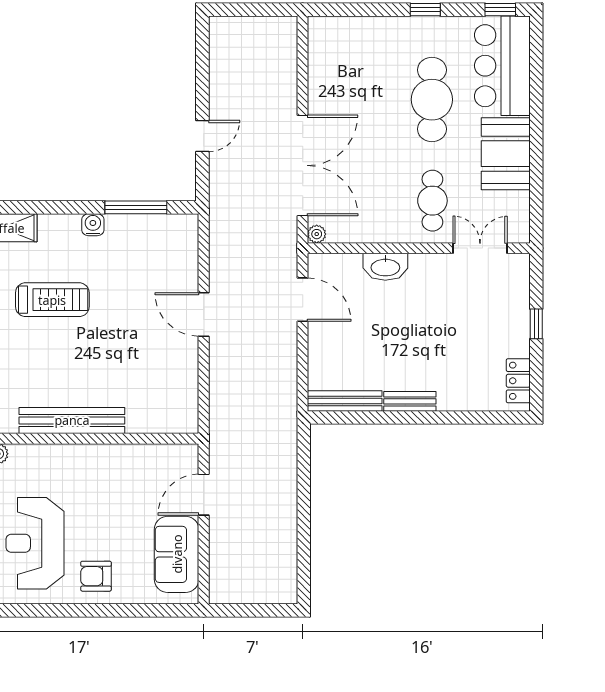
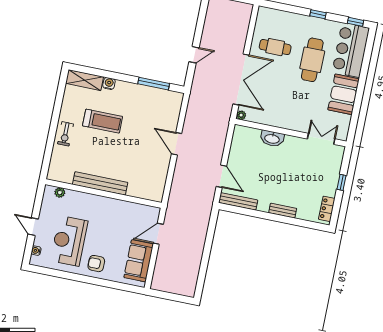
cafe table: (432, 201) -> (275, 47), moved, turned 90
water cooler: (93, 225) -> (109, 83), moved
door: (303, 300) -> (221, 176), moved
bench: (410, 401) -> (283, 211), moved

